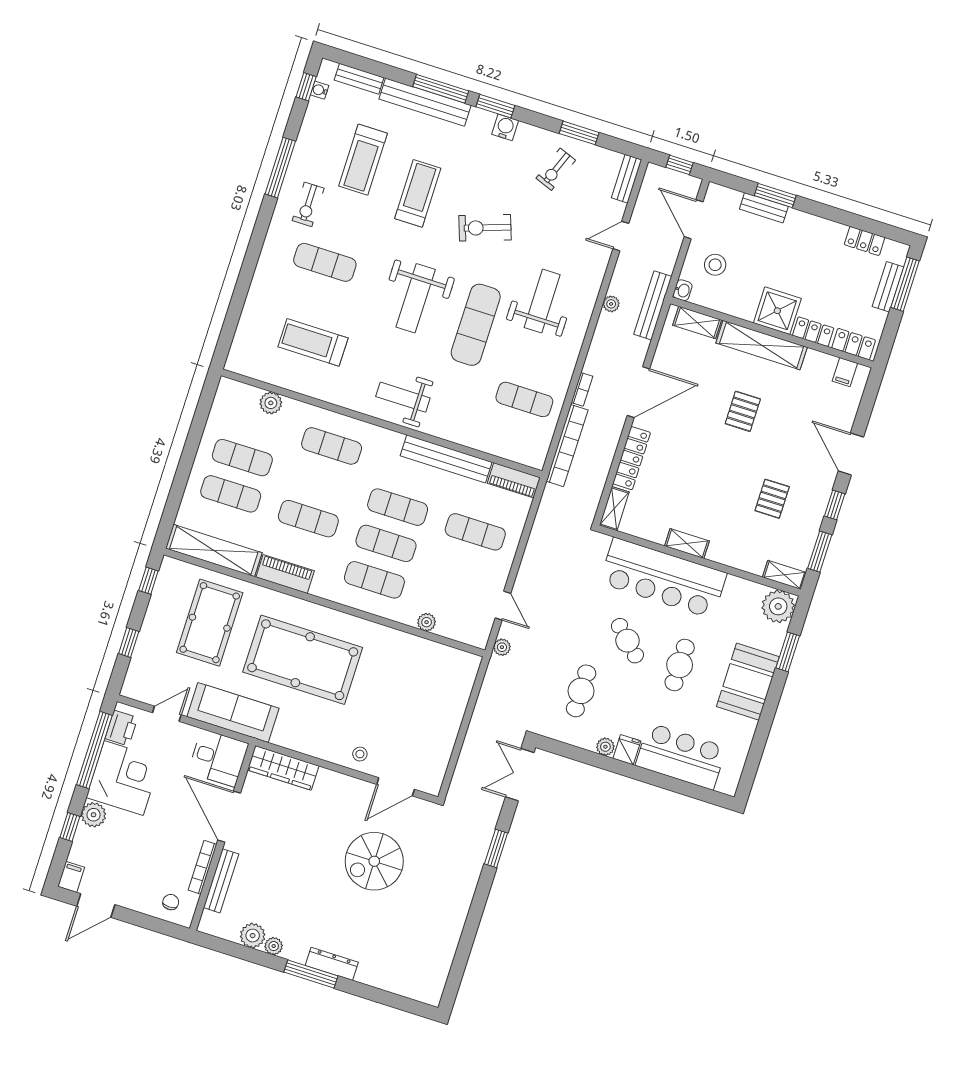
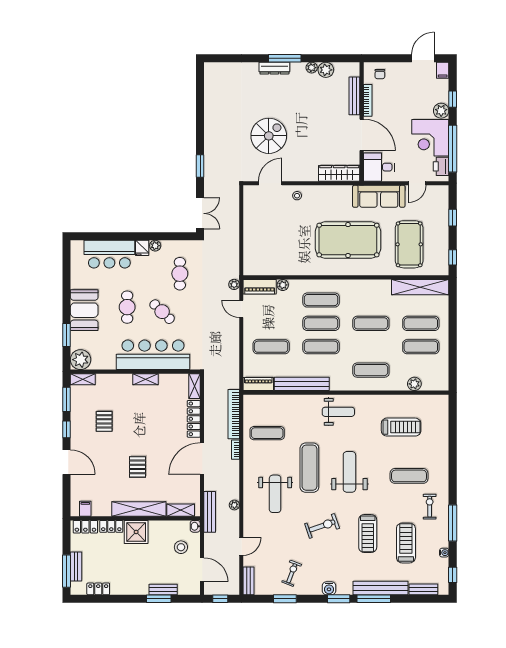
water cooler: (320, 90) -> (444, 553), moved
piano: (285, 574) -> (260, 287), moved

